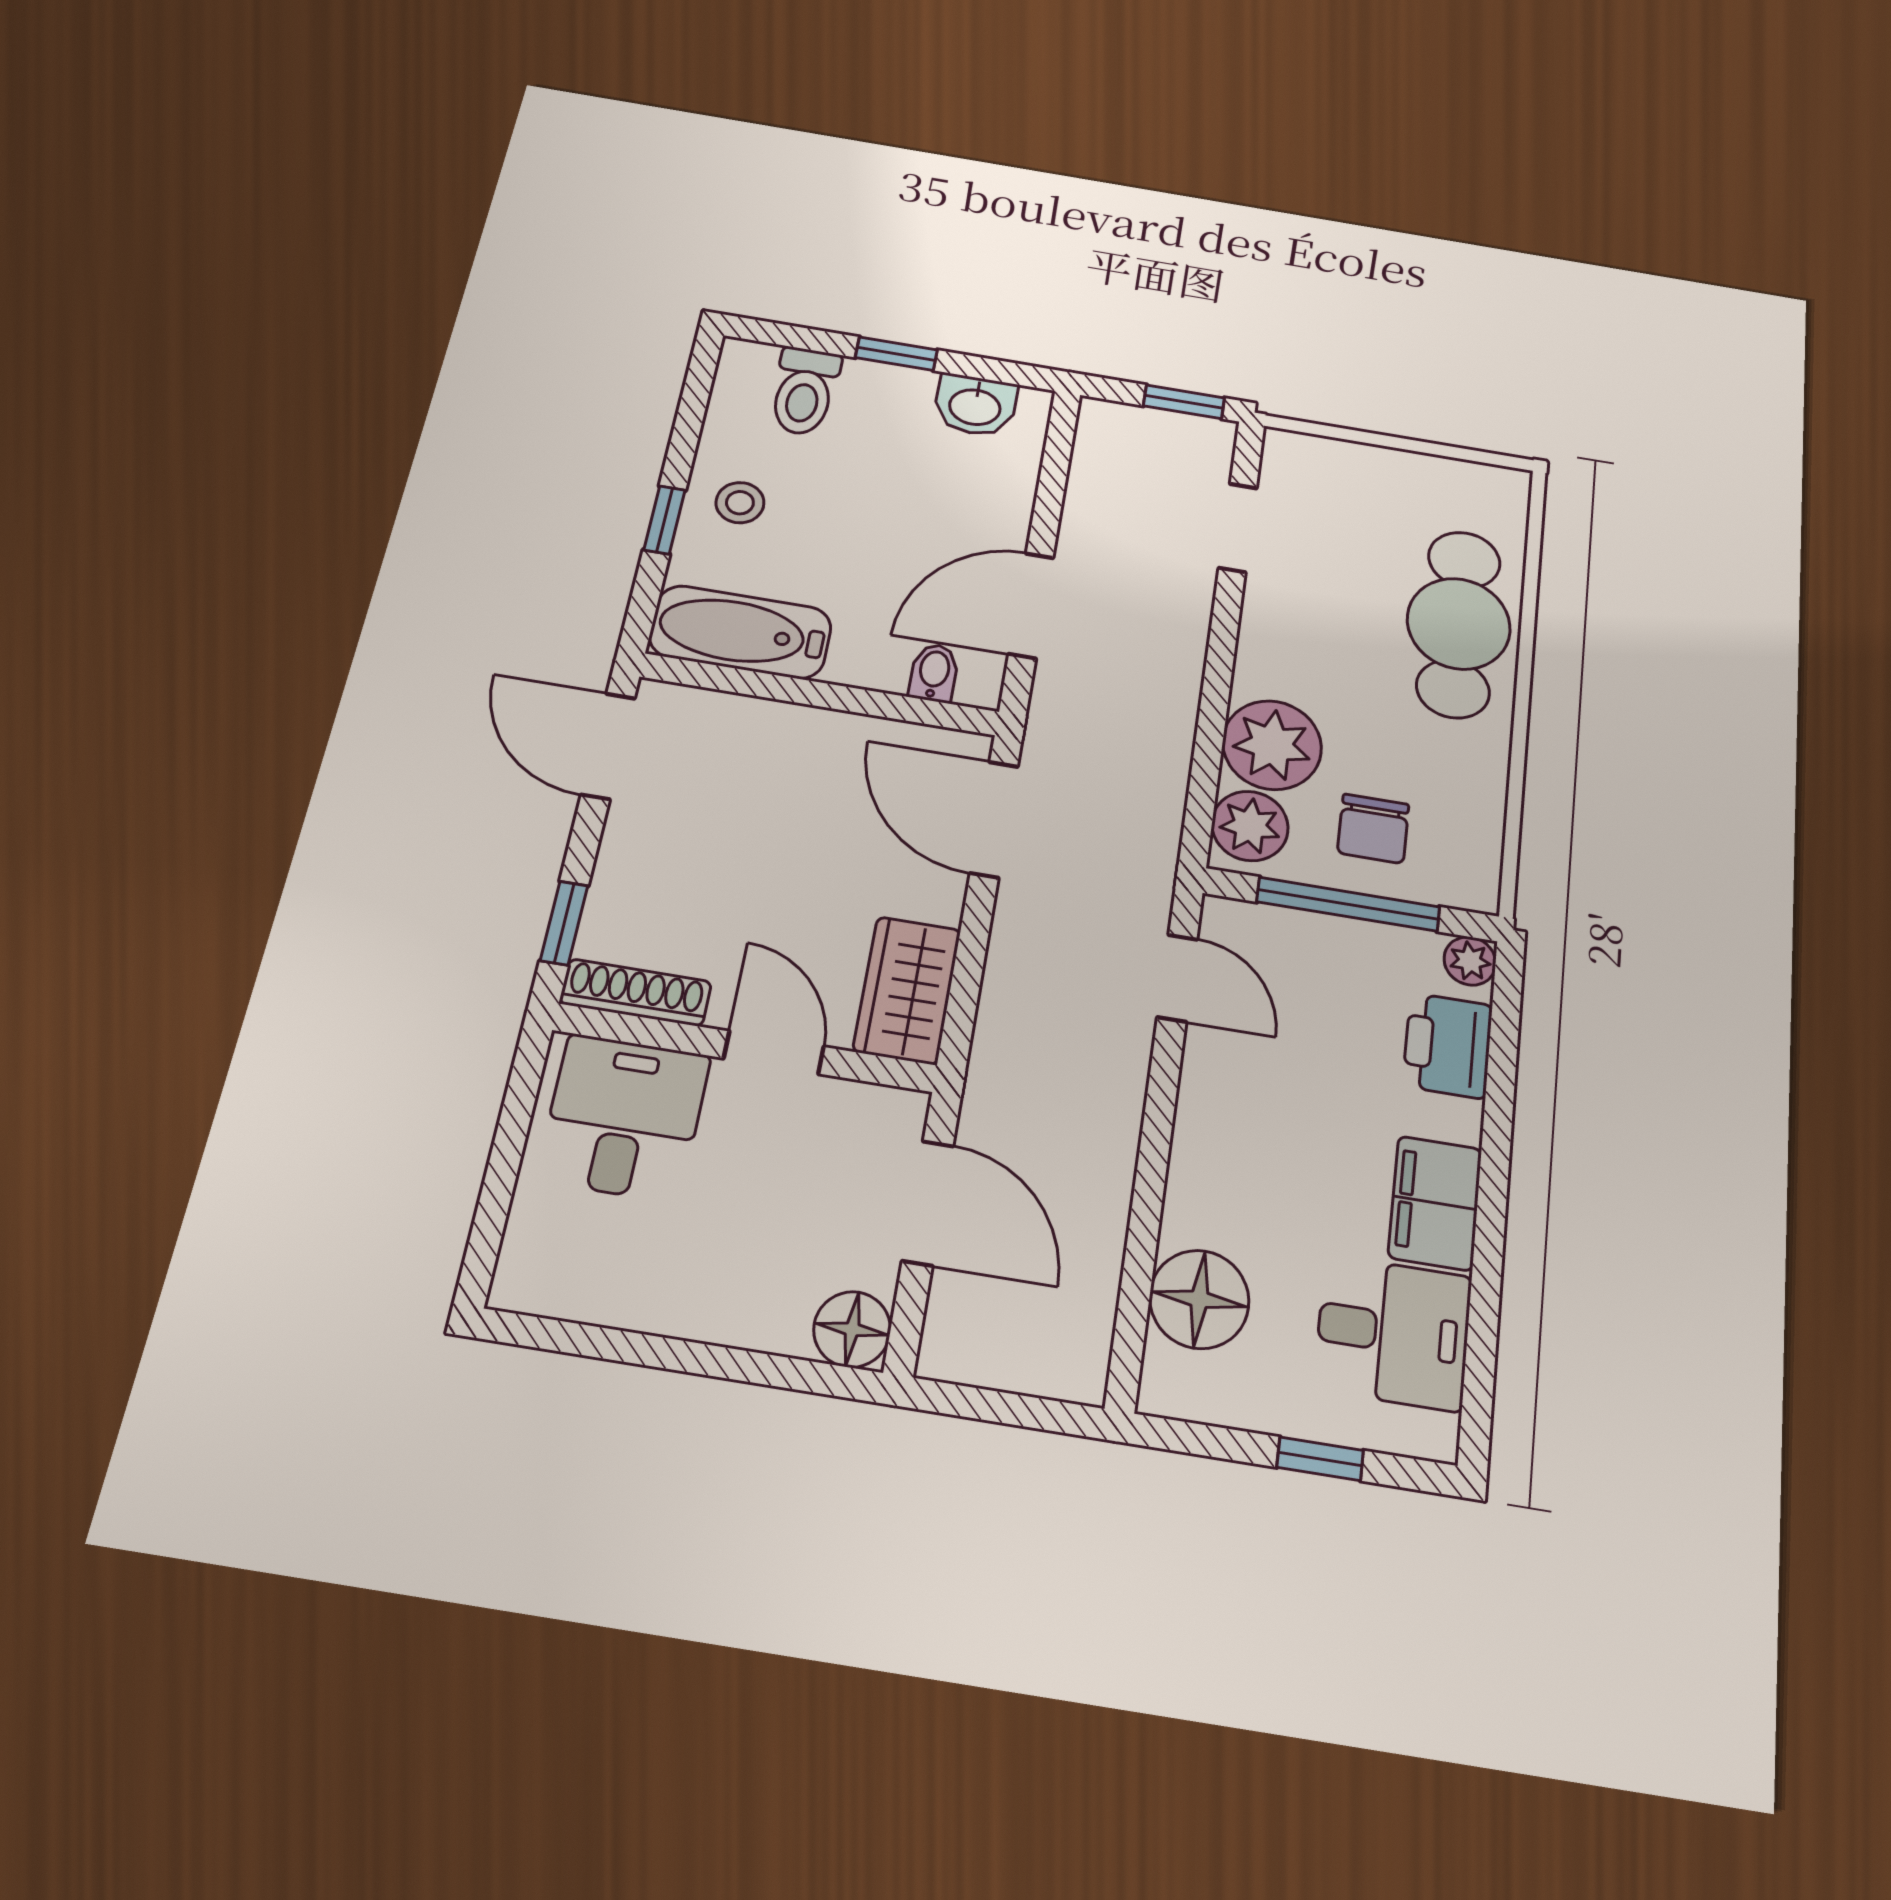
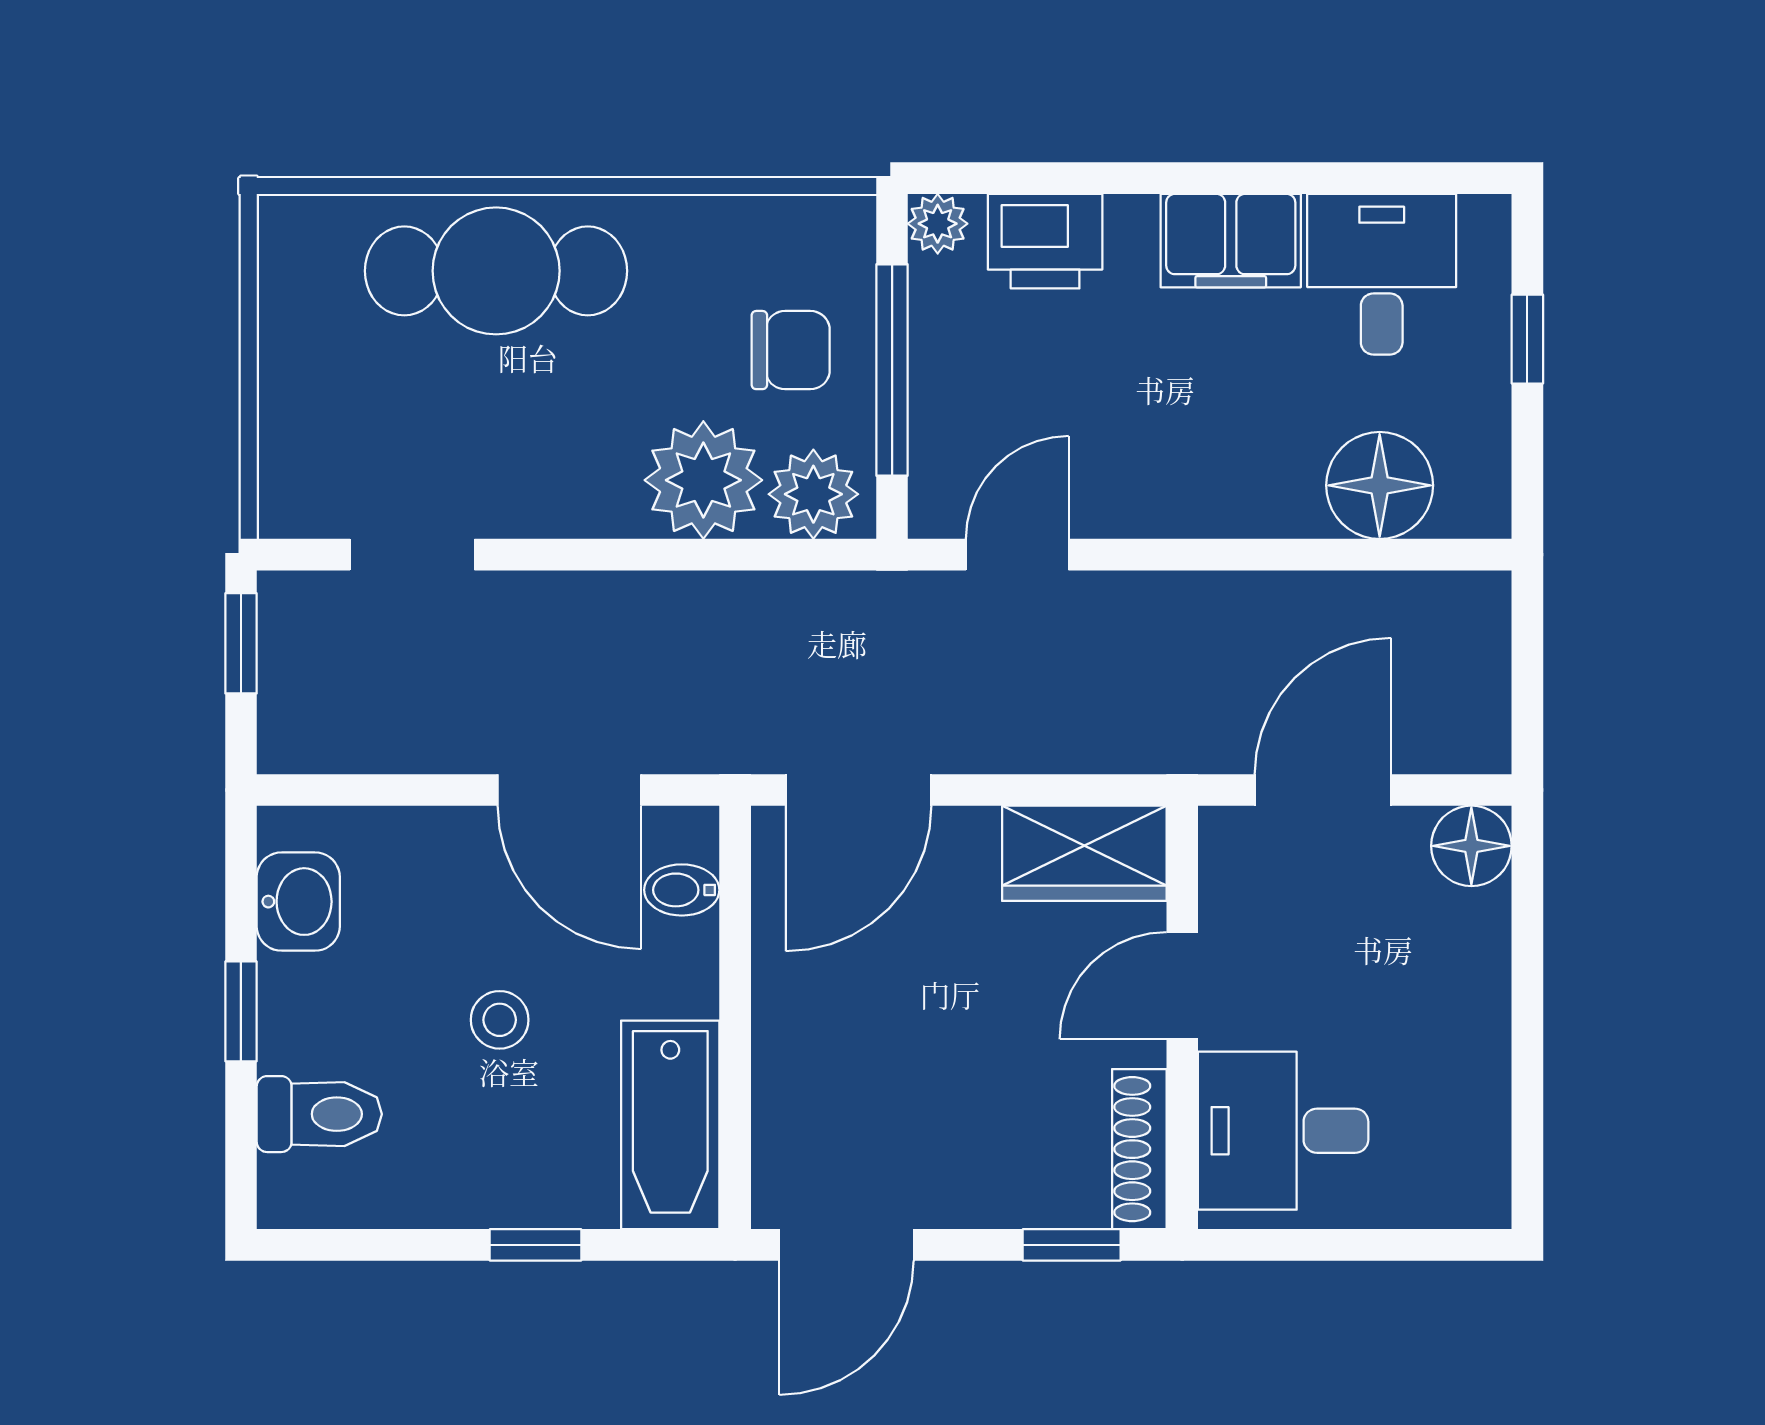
stool: (740, 503) -> (500, 1020), moved

